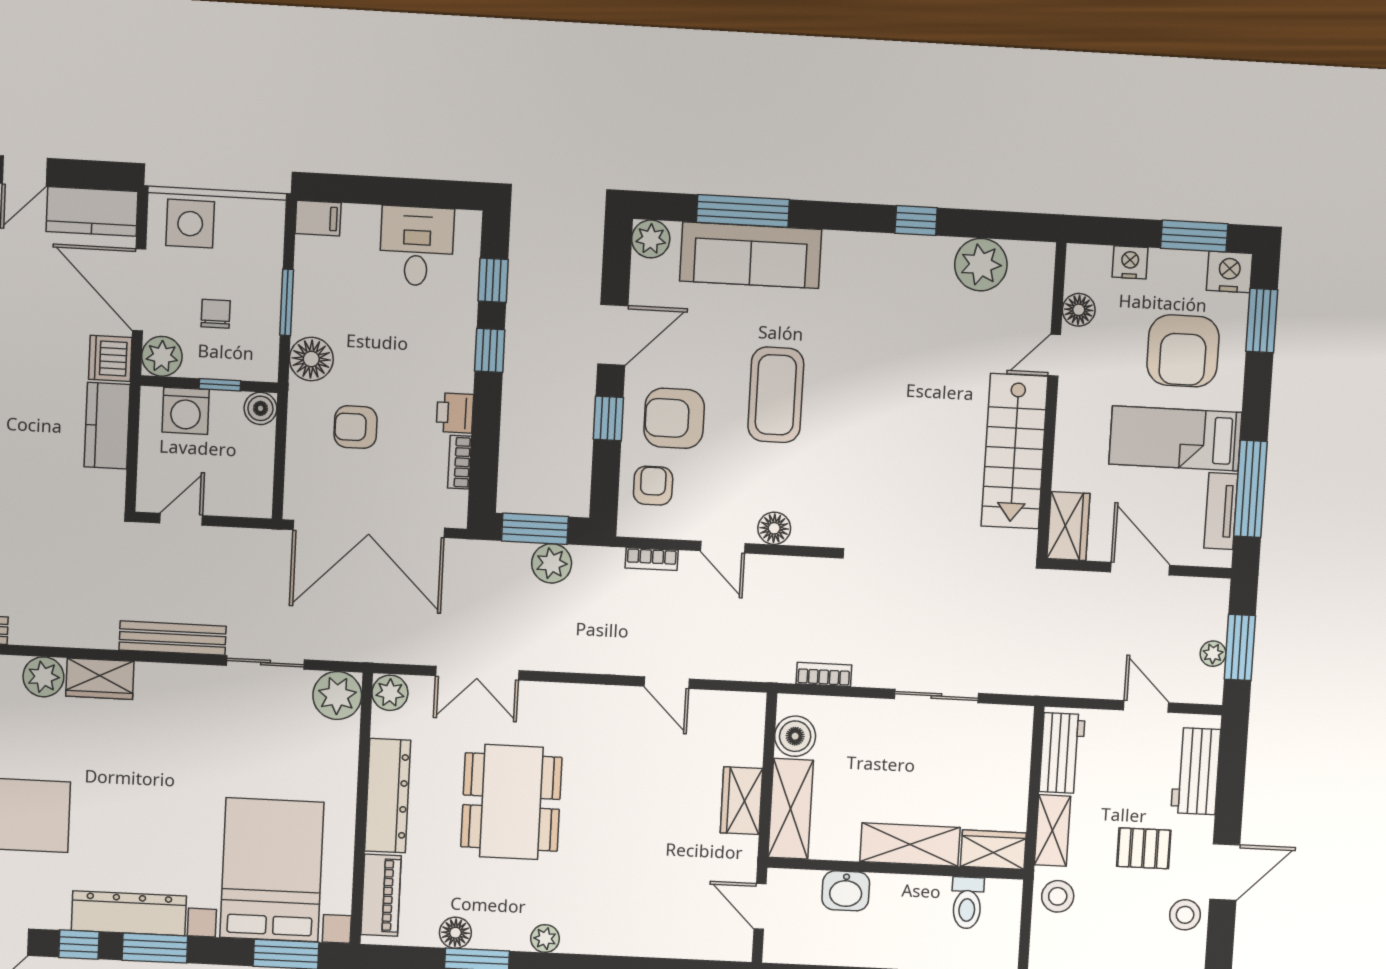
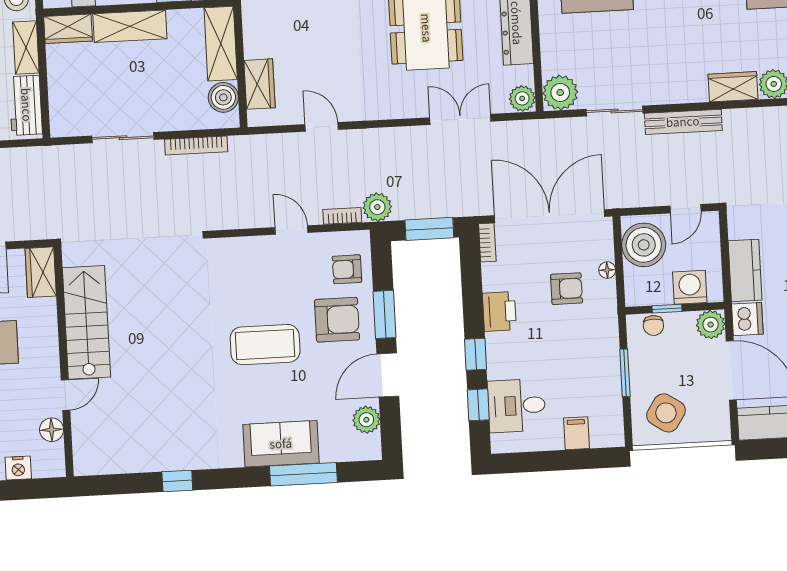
filing cabinet: (318, 218) -> (576, 433), moved, turned 90
side table: (190, 224) -> (666, 413), moved, turned 33
plant: (651, 239) -> (366, 420), moved
desk: (417, 246) -> (517, 406), moved, turned 90
sofa: (751, 255) -> (281, 444), width x0.73
plant: (981, 265) -> (127, 455), removed
chair: (216, 314) -> (653, 326), moved
floor lamp: (311, 359) -> (607, 270), moved, width x0.53, depth x0.53
coffee table: (776, 395) -> (265, 345), turned 90
boiler: (260, 408) -> (644, 245), moved, width x1.86, depth x1.86
printer: (455, 413) -> (499, 311), width x1.36, depth x1.24
window: (608, 418) -> (385, 314), width x1.50
bookcase: (460, 462) -> (487, 243), moved
armchair: (653, 486) -> (347, 269), turned 90
floor lamp: (774, 528) -> (256, 248), removed
plant: (552, 563) -> (377, 207), moved
bookcase: (824, 674) -> (196, 146), width x1.56
wardrobe: (741, 801) -> (260, 84), moved

